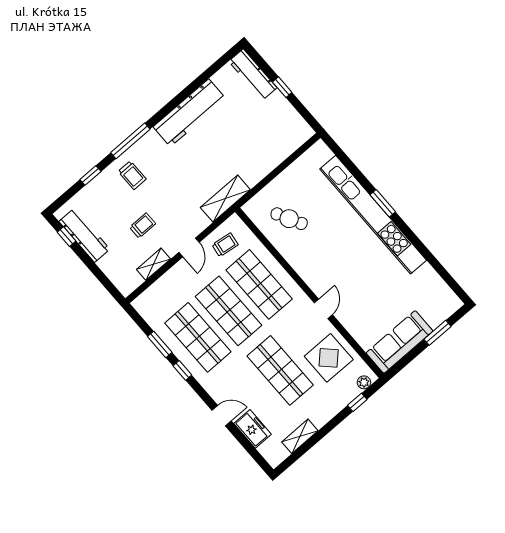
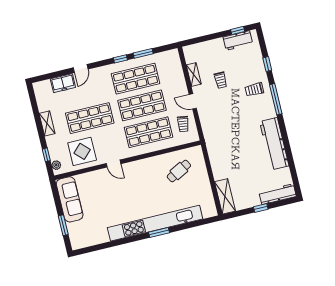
shelving: (225, 199) -> (225, 196), moved
workbench: (84, 235) -> (238, 41), width x0.73
shelving: (300, 436) -> (47, 123), moved

